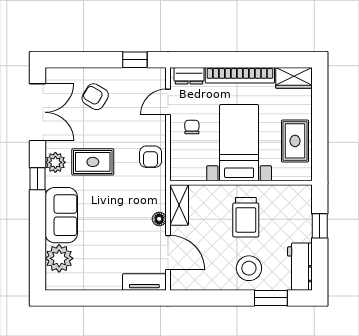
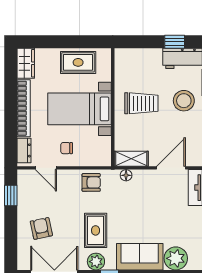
armchair: (95, 97) -> (41, 228), turned 137
floor lamp: (159, 219) -> (126, 175), moved
window: (320, 226) -> (175, 42), moved

